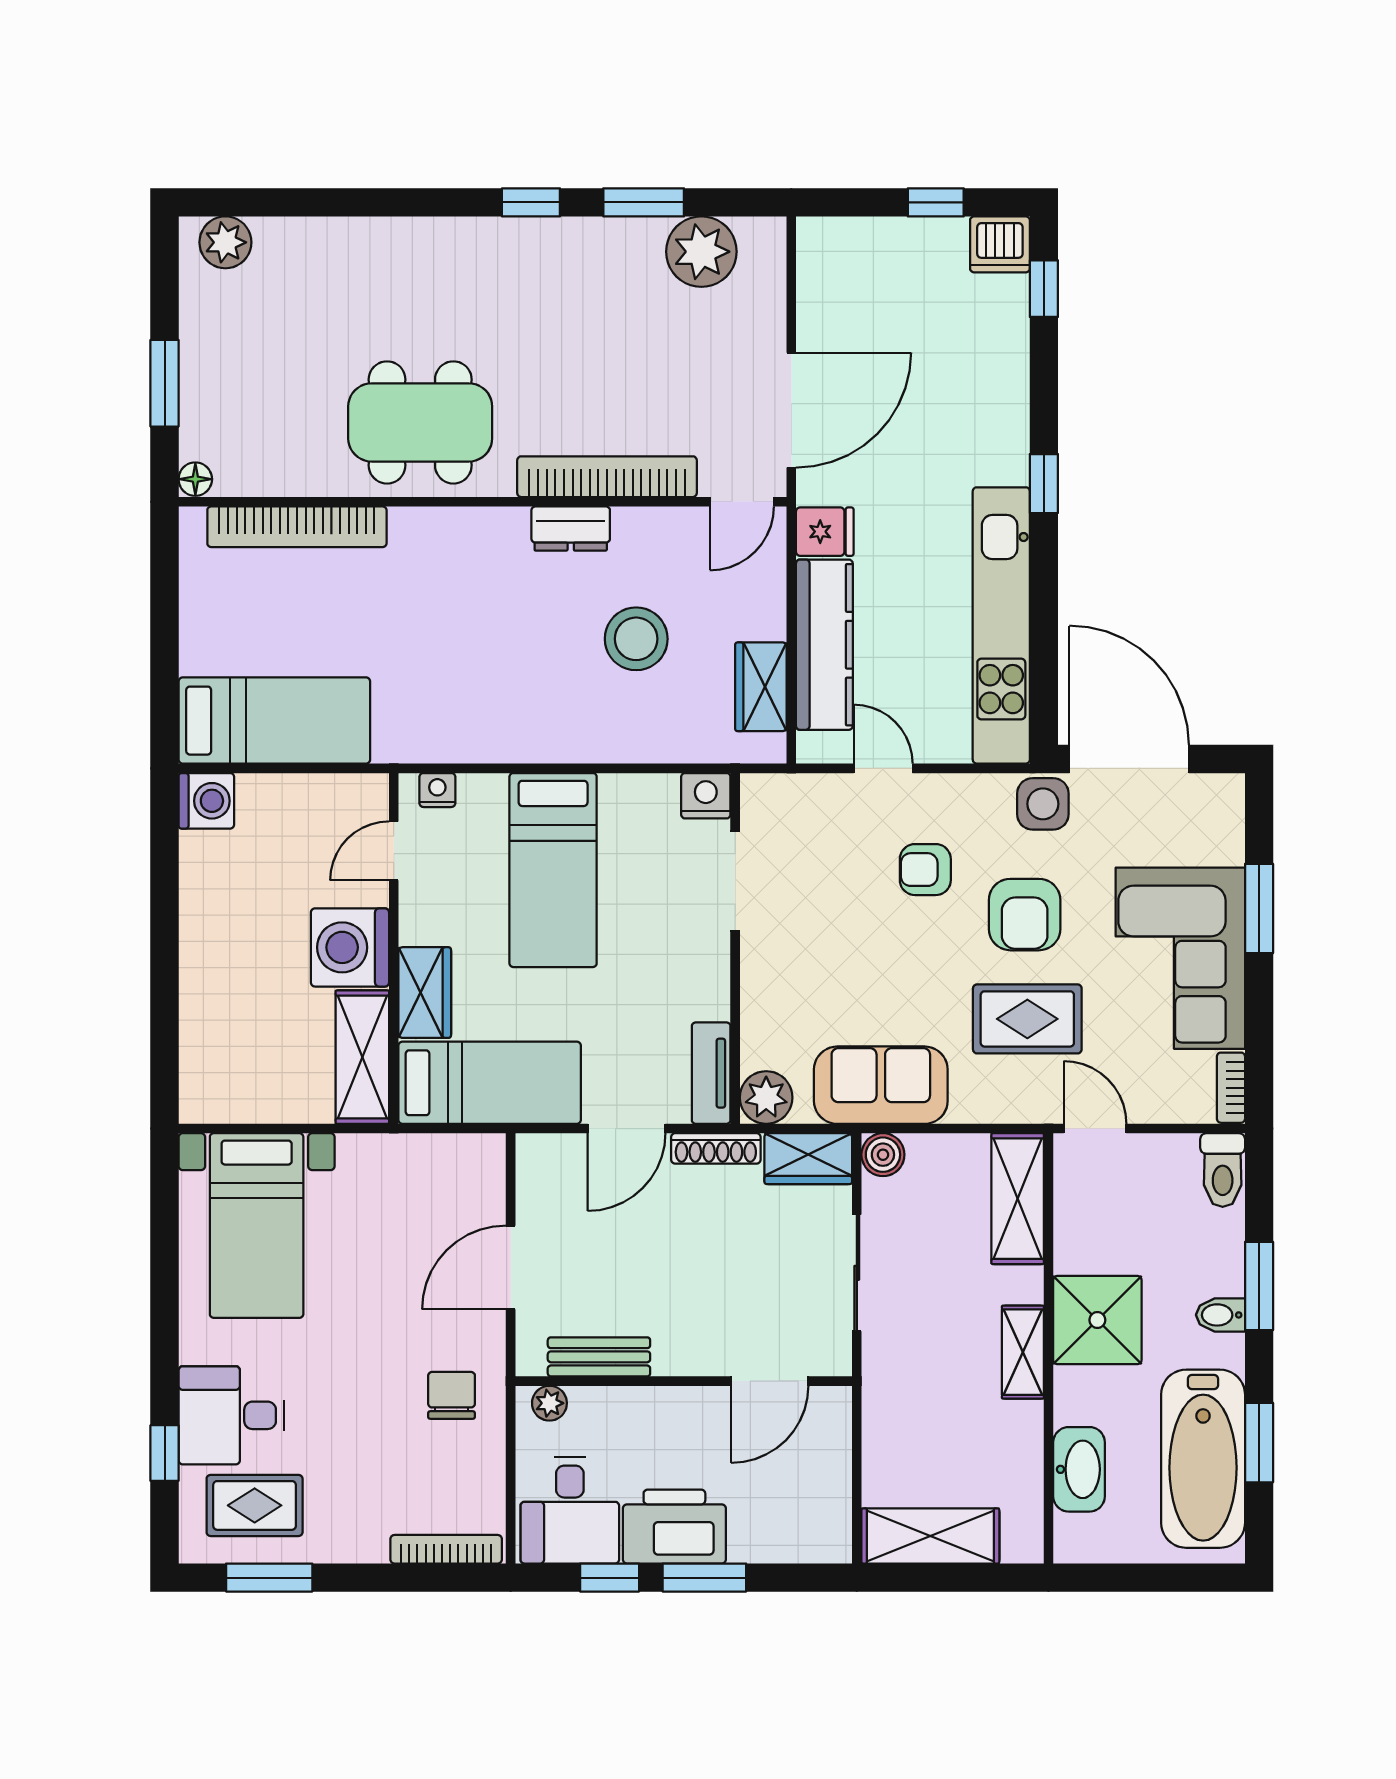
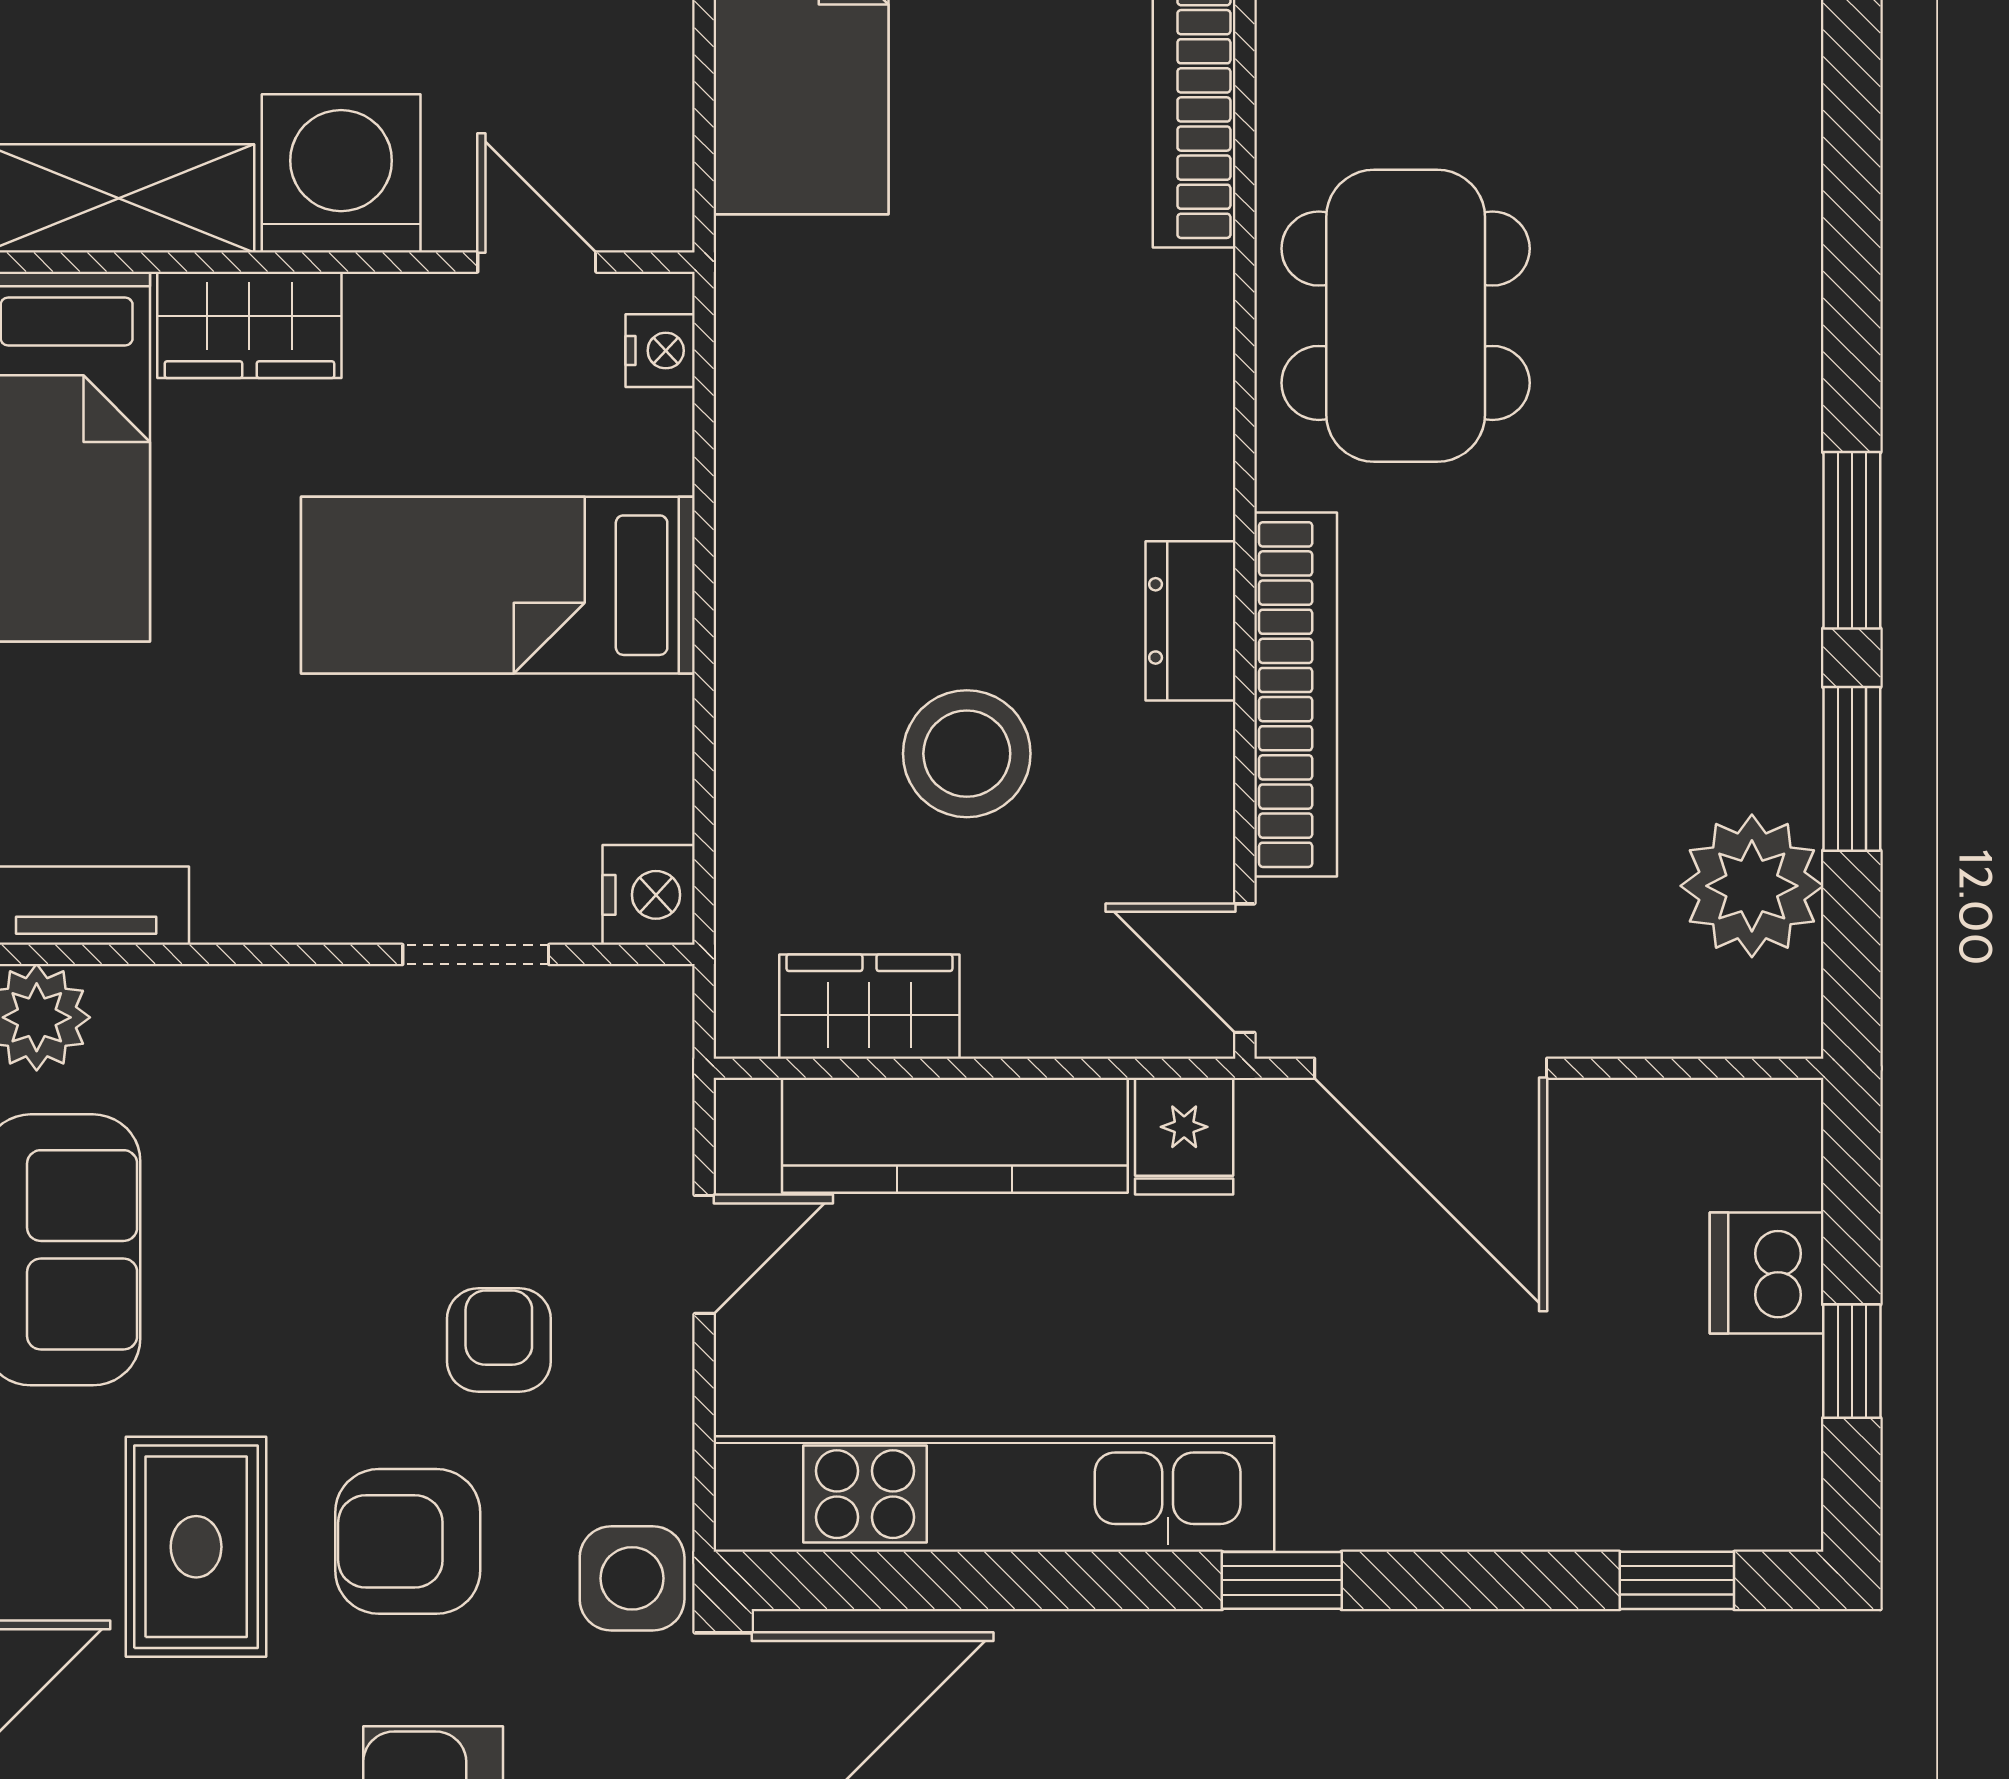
window: (531, 202) -> (1852, 540), width x1.50
dishwasher: (1000, 244) -> (1767, 1273), moved
doorway: (735, 881) -> (476, 954), width x0.73

